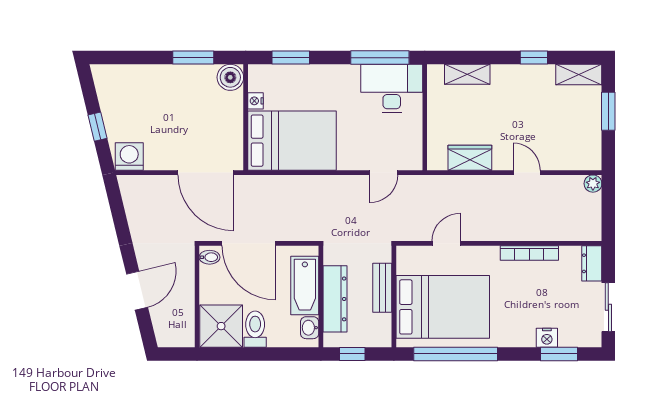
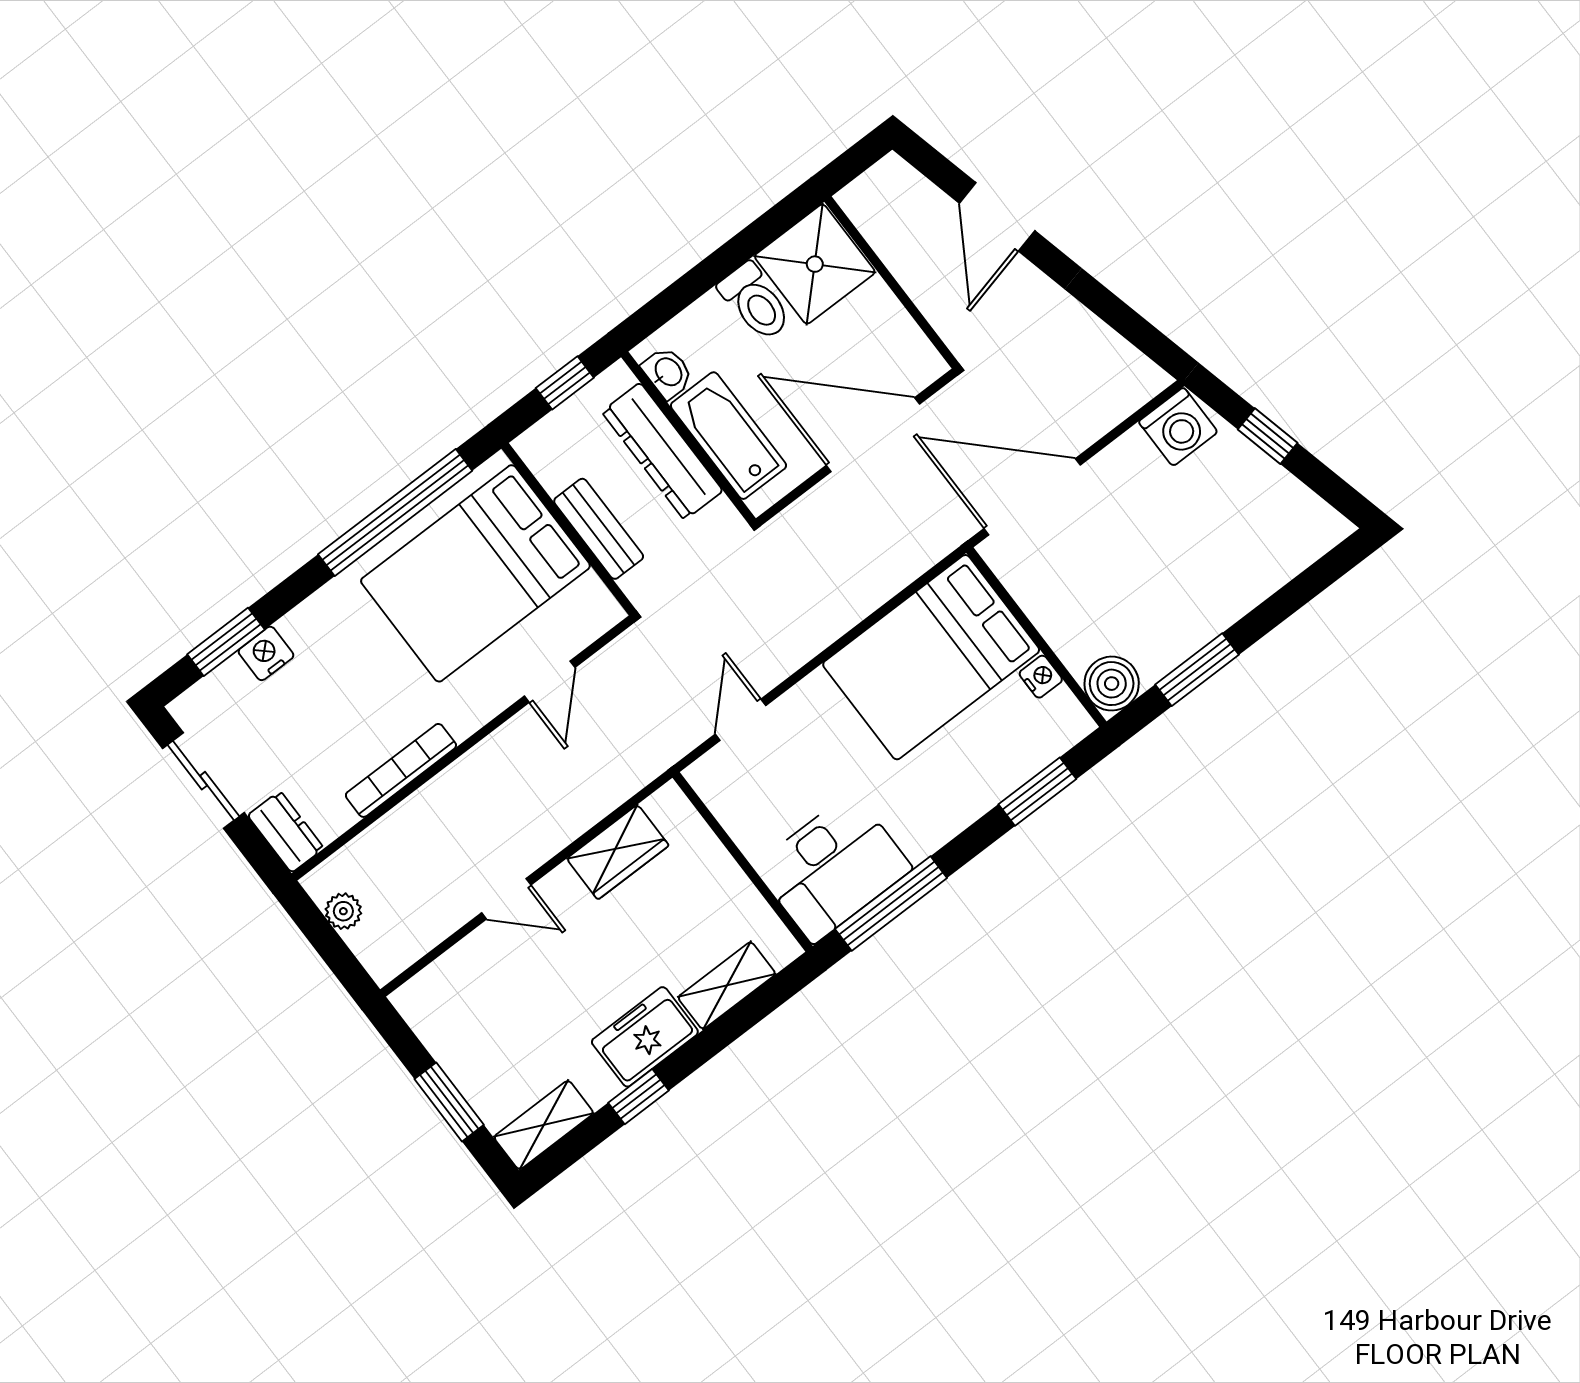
freezer: (514, 79) -> (645, 1037), added
plant: (593, 184) -> (343, 911), moved
bidet: (210, 257) -> (920, 363), removed

